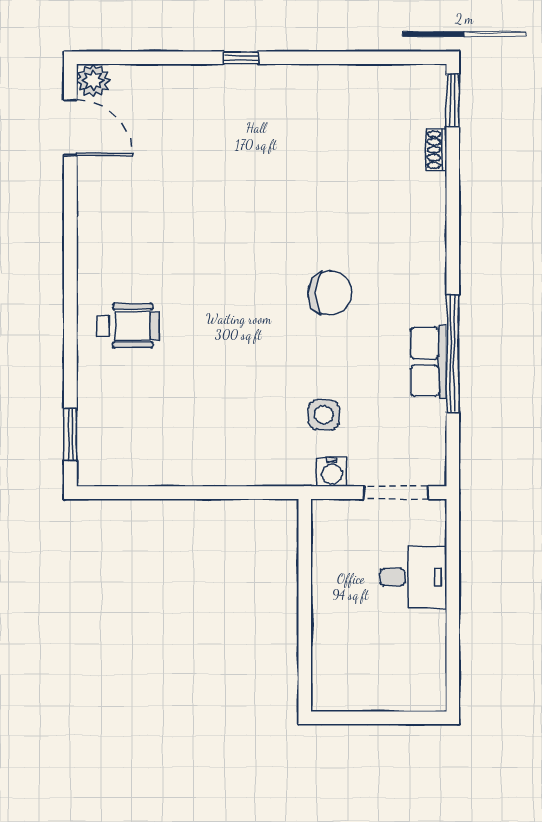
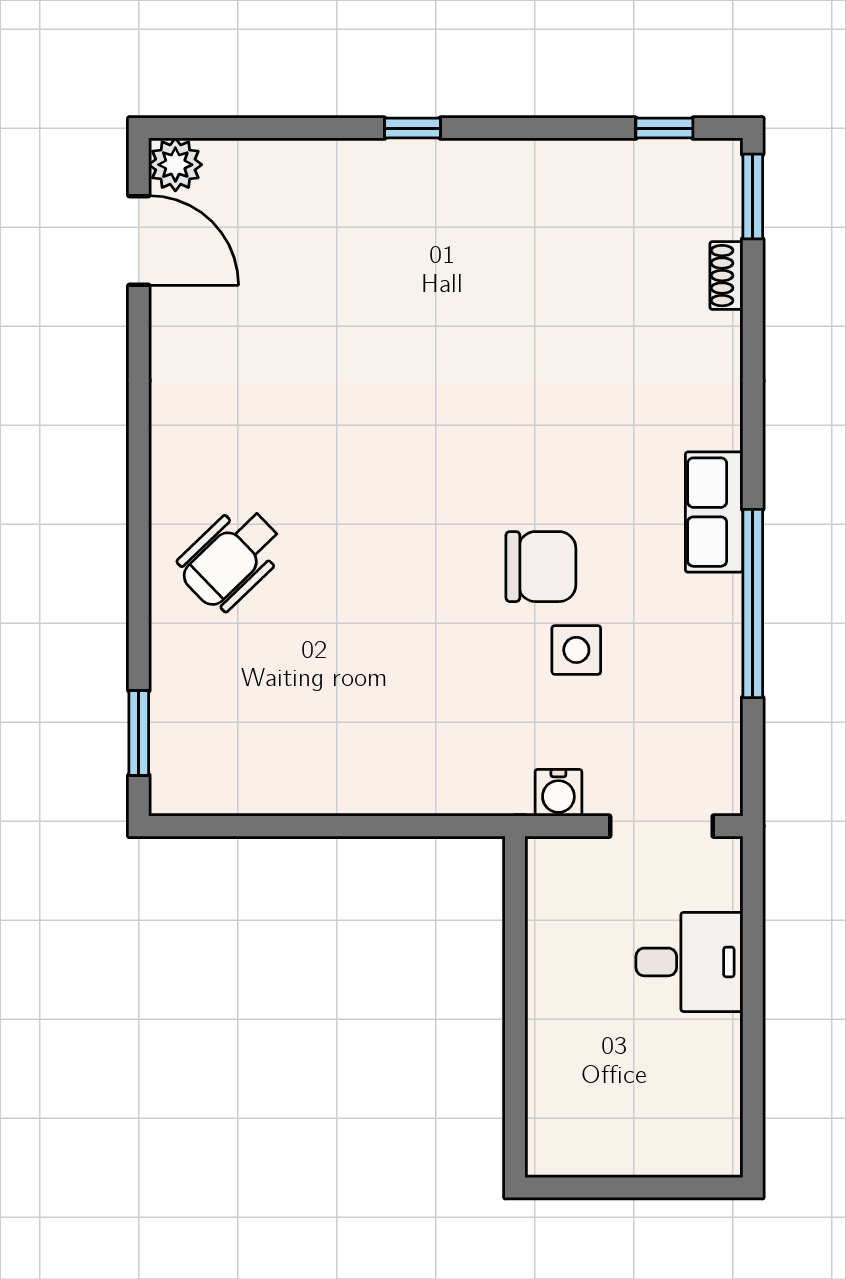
window: (398, 58) -> (664, 128), added
chair: (330, 293) -> (541, 567), moved
wheelchair: (128, 326) -> (231, 558), turned 136
row of seats: (429, 362) -> (714, 512), moved
side table: (324, 415) -> (576, 650), moved

